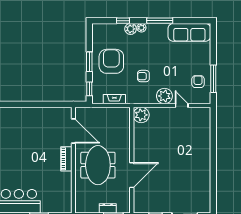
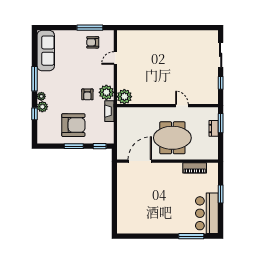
armchair: (111, 61) -> (73, 125), turned 180
plant: (164, 96) -> (106, 92), moved
fireplace: (114, 99) -> (109, 111), moved
piano: (66, 159) -> (195, 168), moved
door: (132, 175) -> (182, 106), width x0.53

